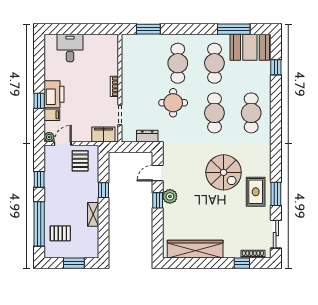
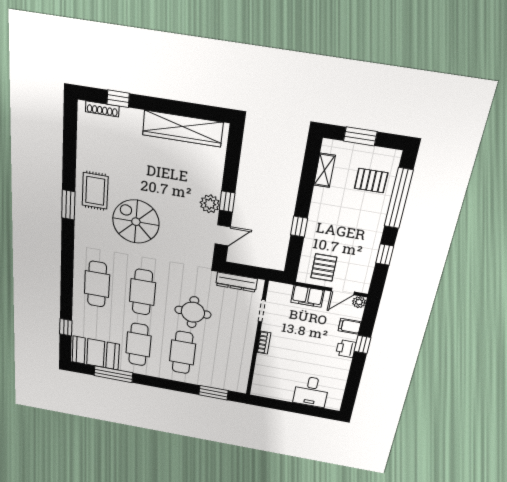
printer: (54, 94) -> (346, 349), width x0.53, depth x0.68
filing cabinet: (103, 134) -> (308, 296), moved
dresser: (147, 136) -> (236, 282), width x1.44
window: (276, 194) -> (68, 205), moved
shelving: (93, 214) -> (325, 170), moved
sliding door: (276, 234) -> (70, 131), removed

